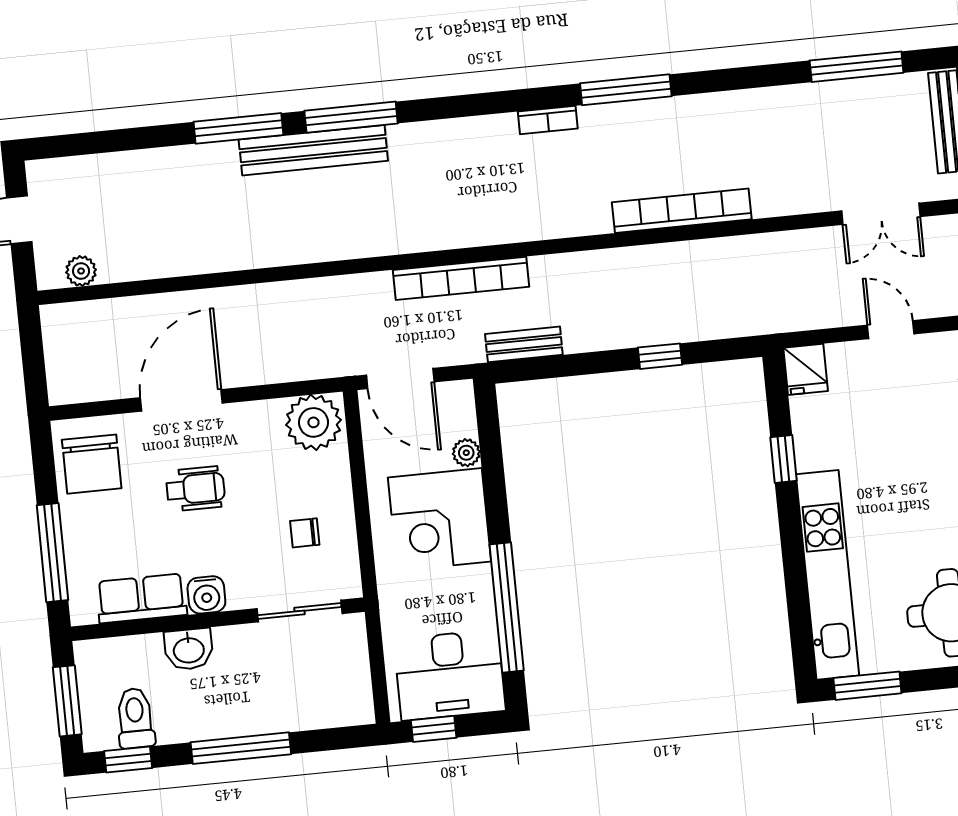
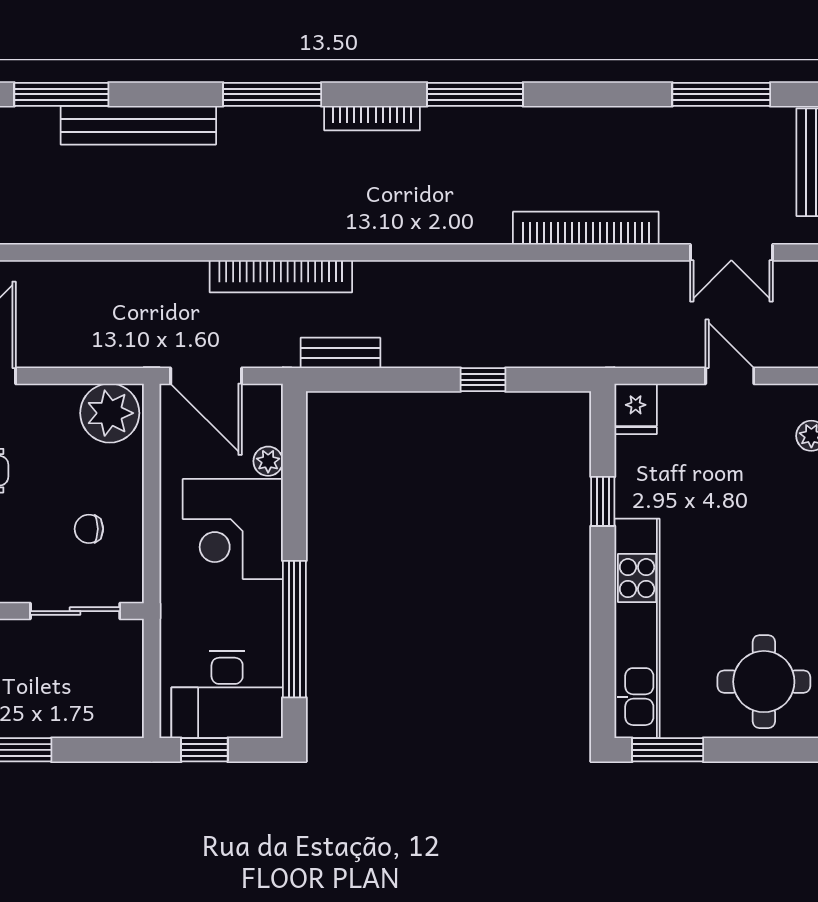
window: (351, 117) -> (272, 94), moved
bookcase: (548, 120) -> (372, 118), width x1.56
bookcase: (682, 211) -> (586, 228), moved

